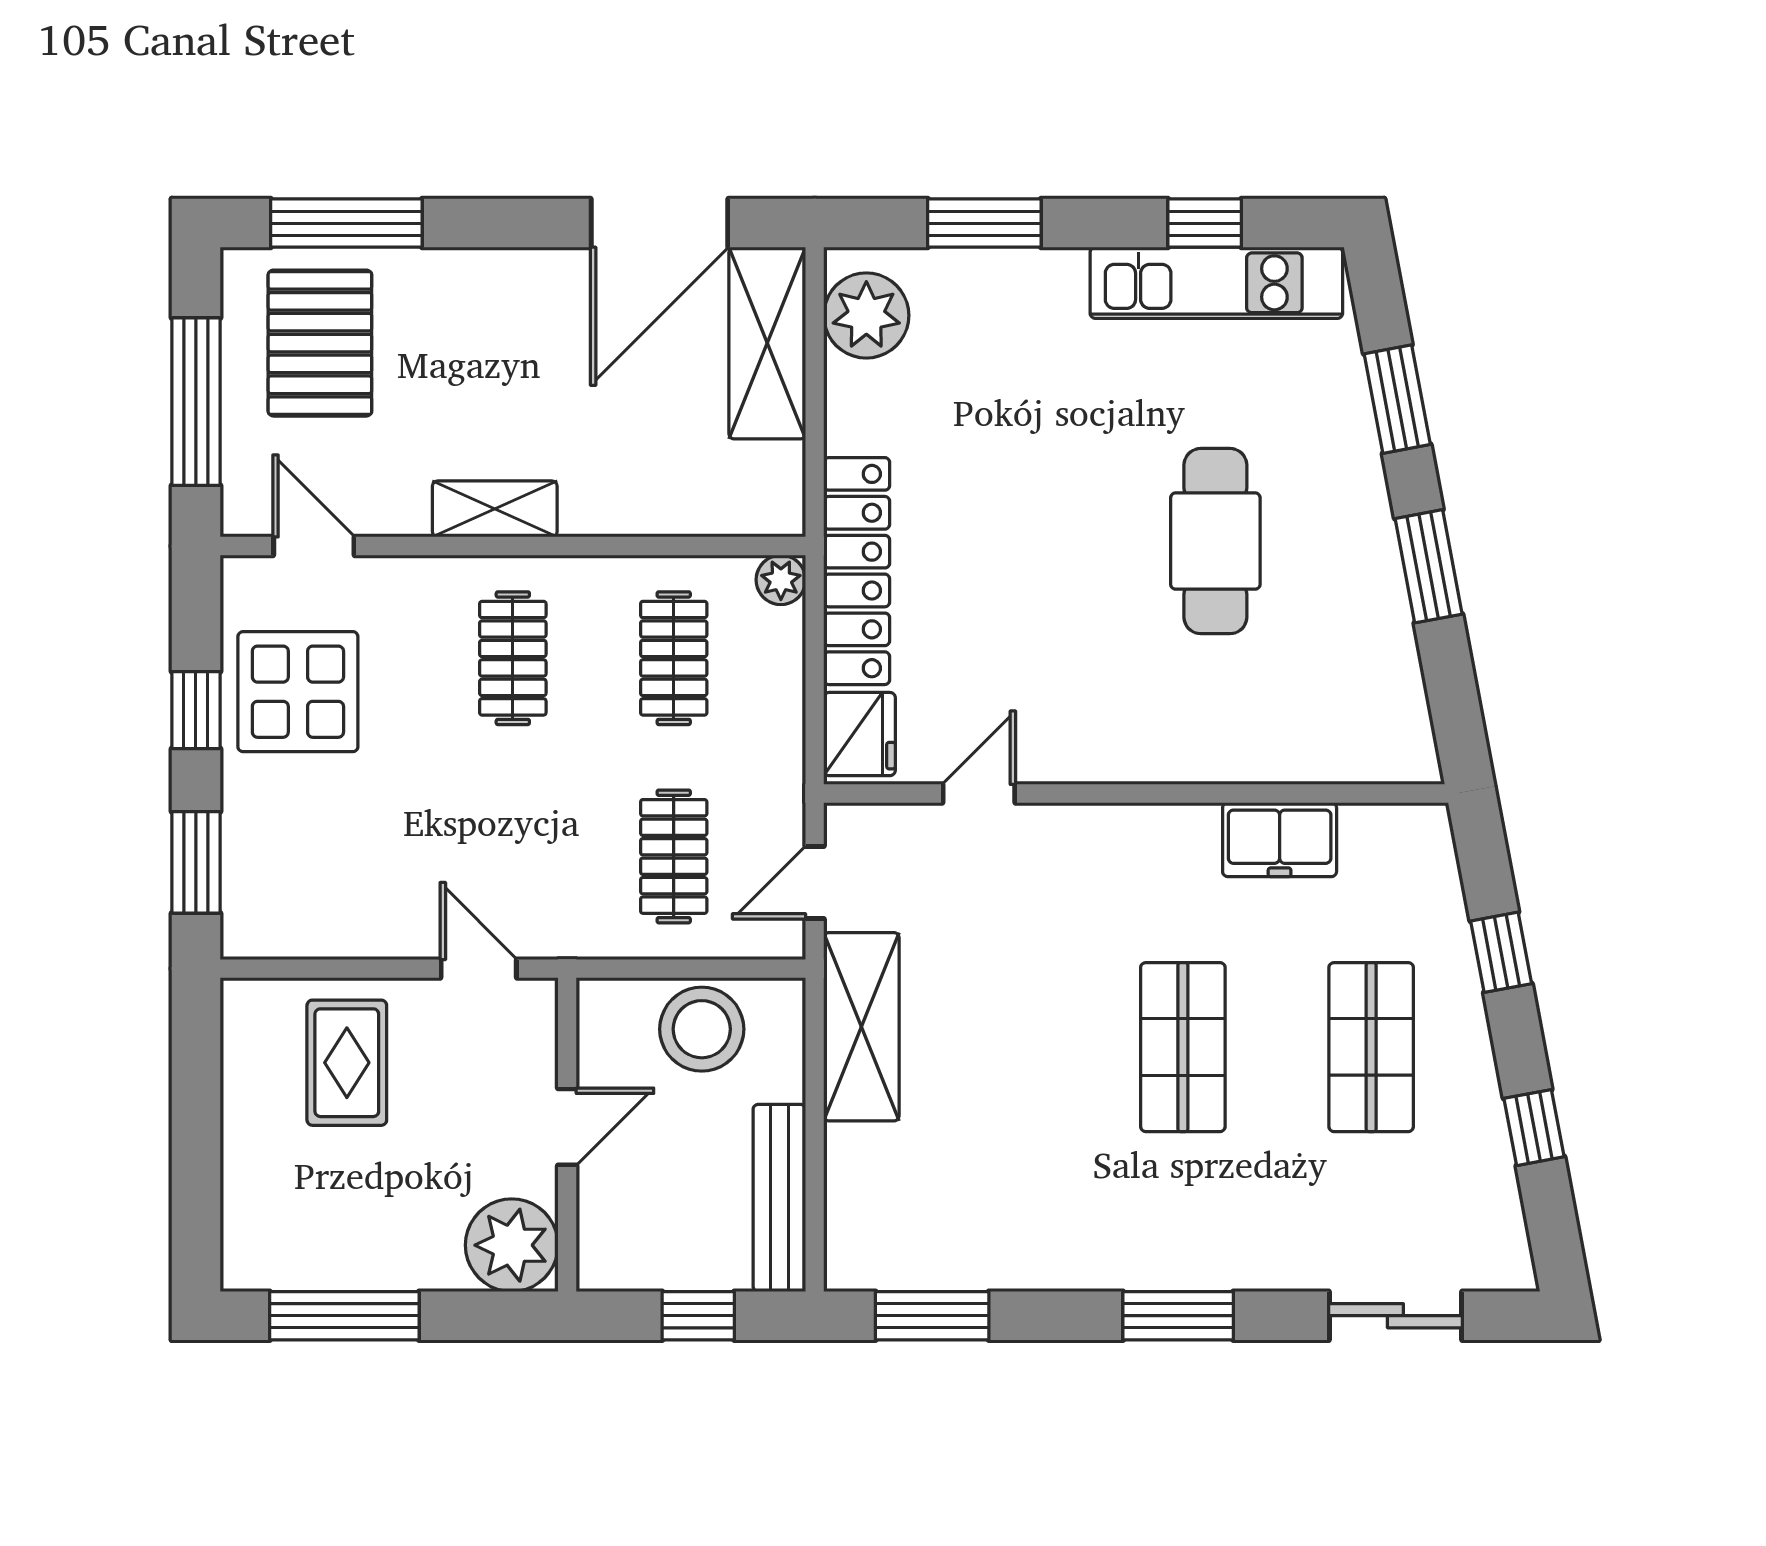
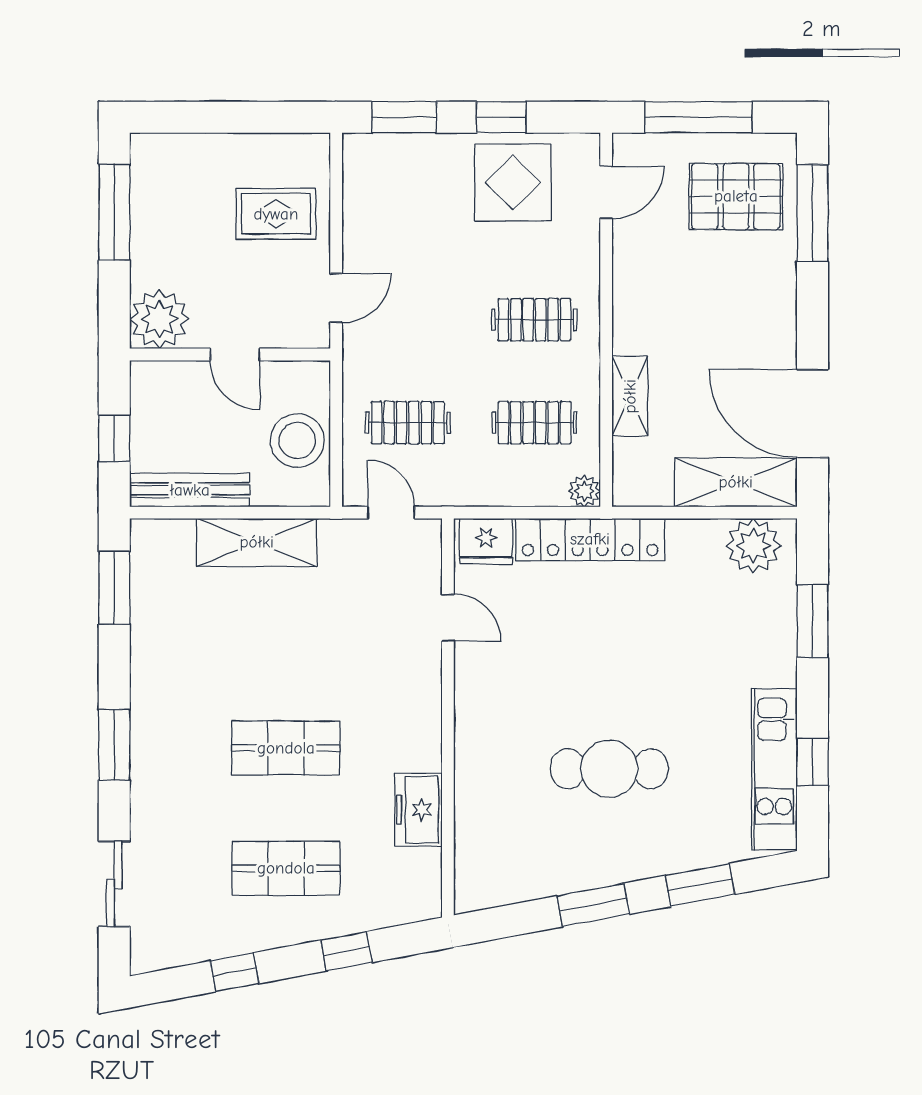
shelving: (495, 509) -> (630, 396), moved
shelving: (861, 1027) -> (257, 542), moved

